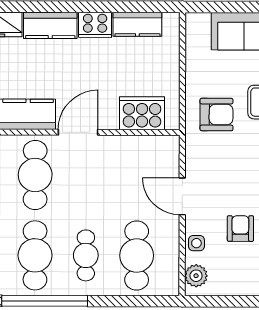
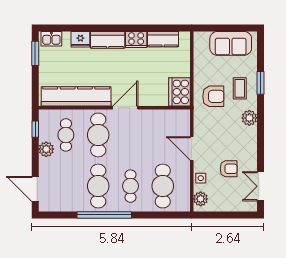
cooker: (142, 113) -> (180, 92), moved, turned -90
armchair: (240, 229) -> (229, 169), turned 90

